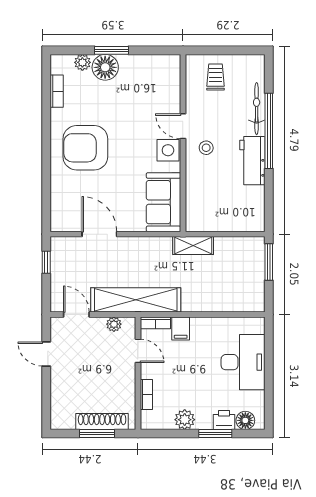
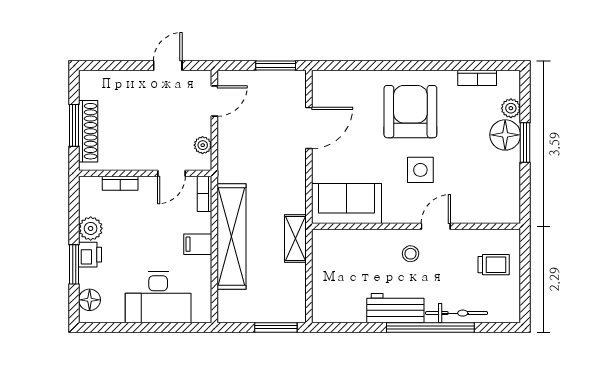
side table: (168, 150) -> (420, 170), moved
window: (46, 262) -> (276, 66), width x1.50
shelving: (136, 300) -> (231, 237), moved
filing cabinet: (181, 329) -> (198, 244), moved
printer: (224, 420) -> (90, 255), moved

